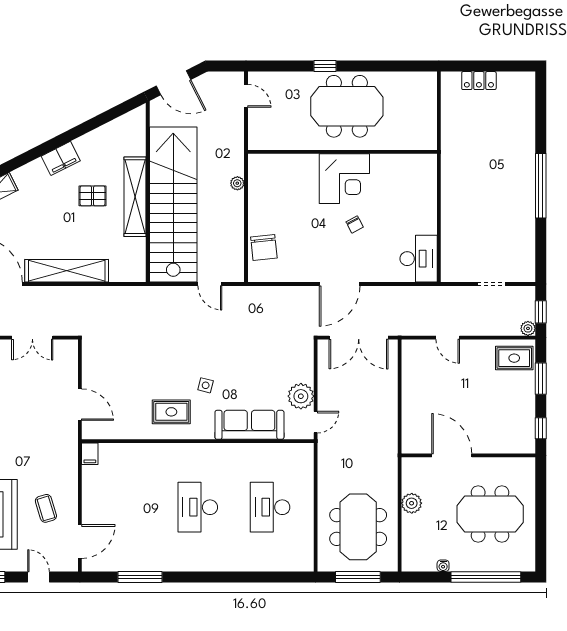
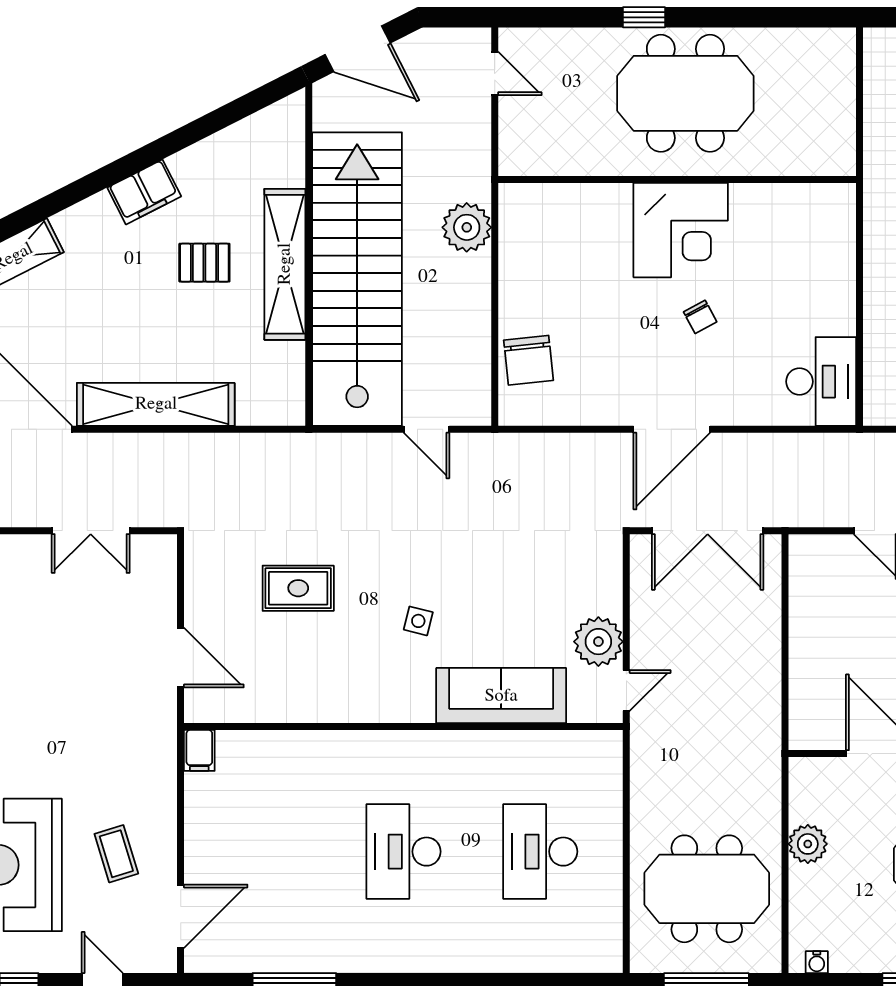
plant: (237, 183) -> (467, 227), width x1.87, depth x1.87
rug: (171, 412) -> (298, 588), moved
meeting table: (358, 527) -> (707, 889), turned 90
water cooler: (443, 566) -> (817, 962), moved

